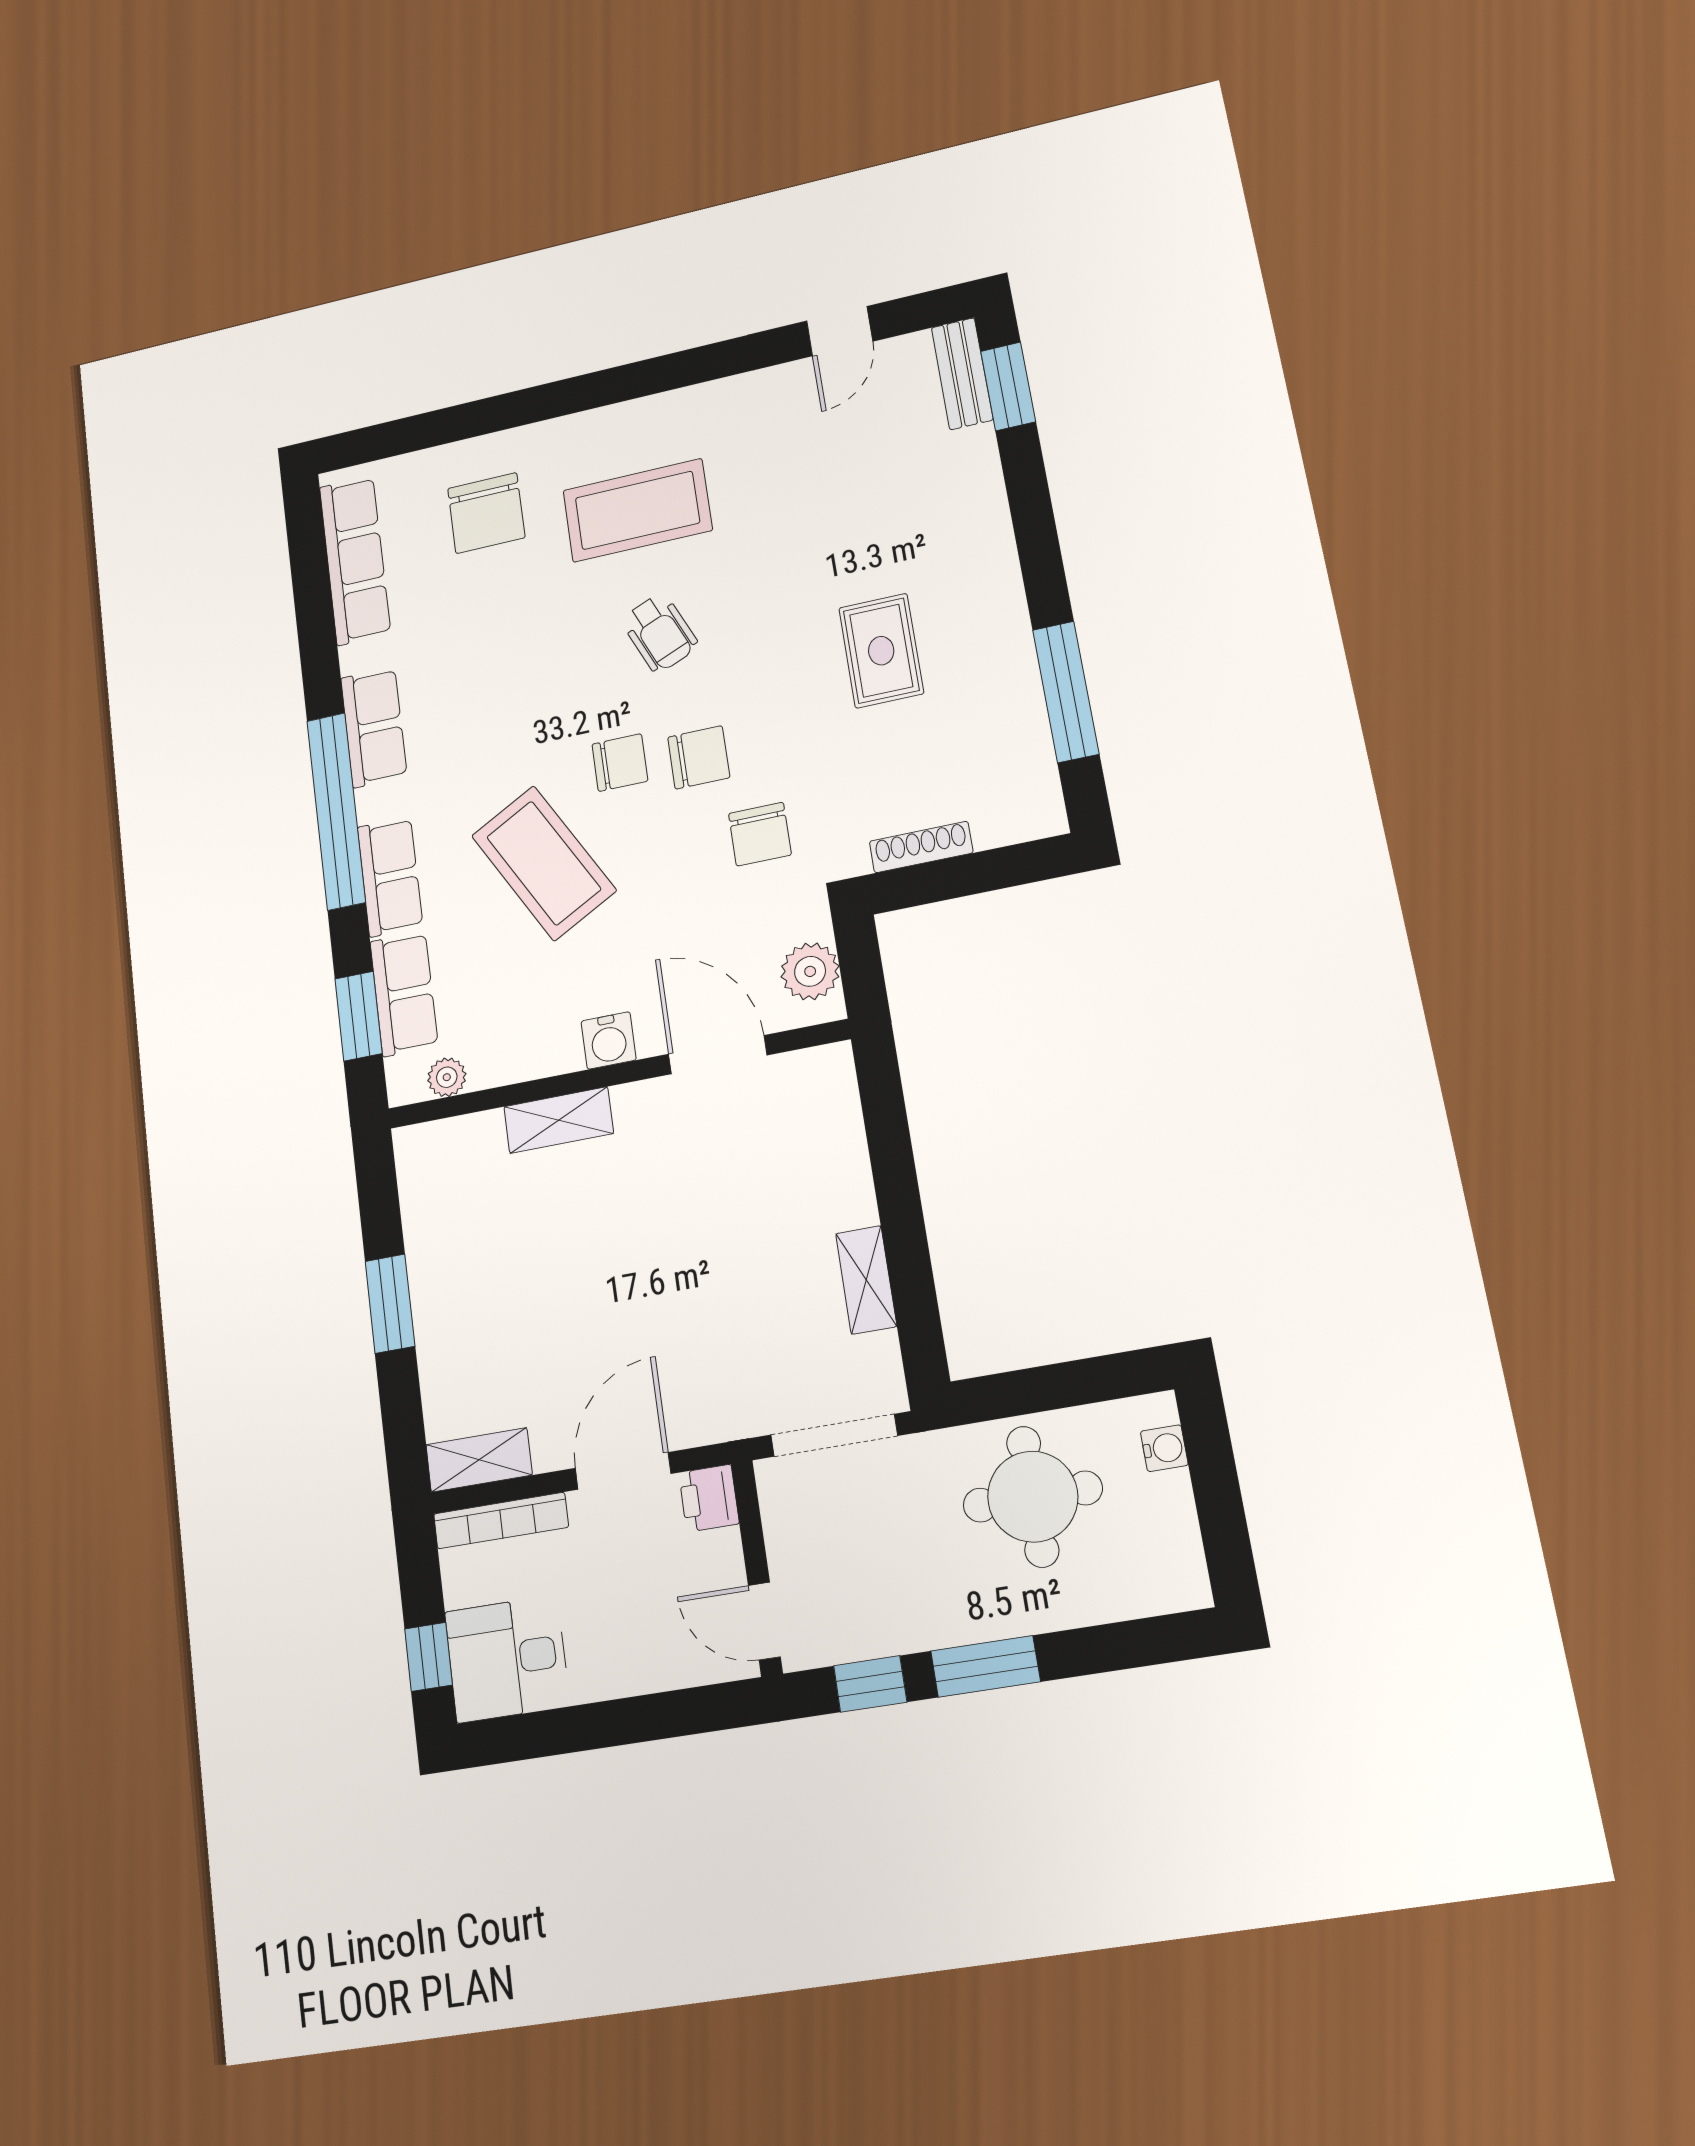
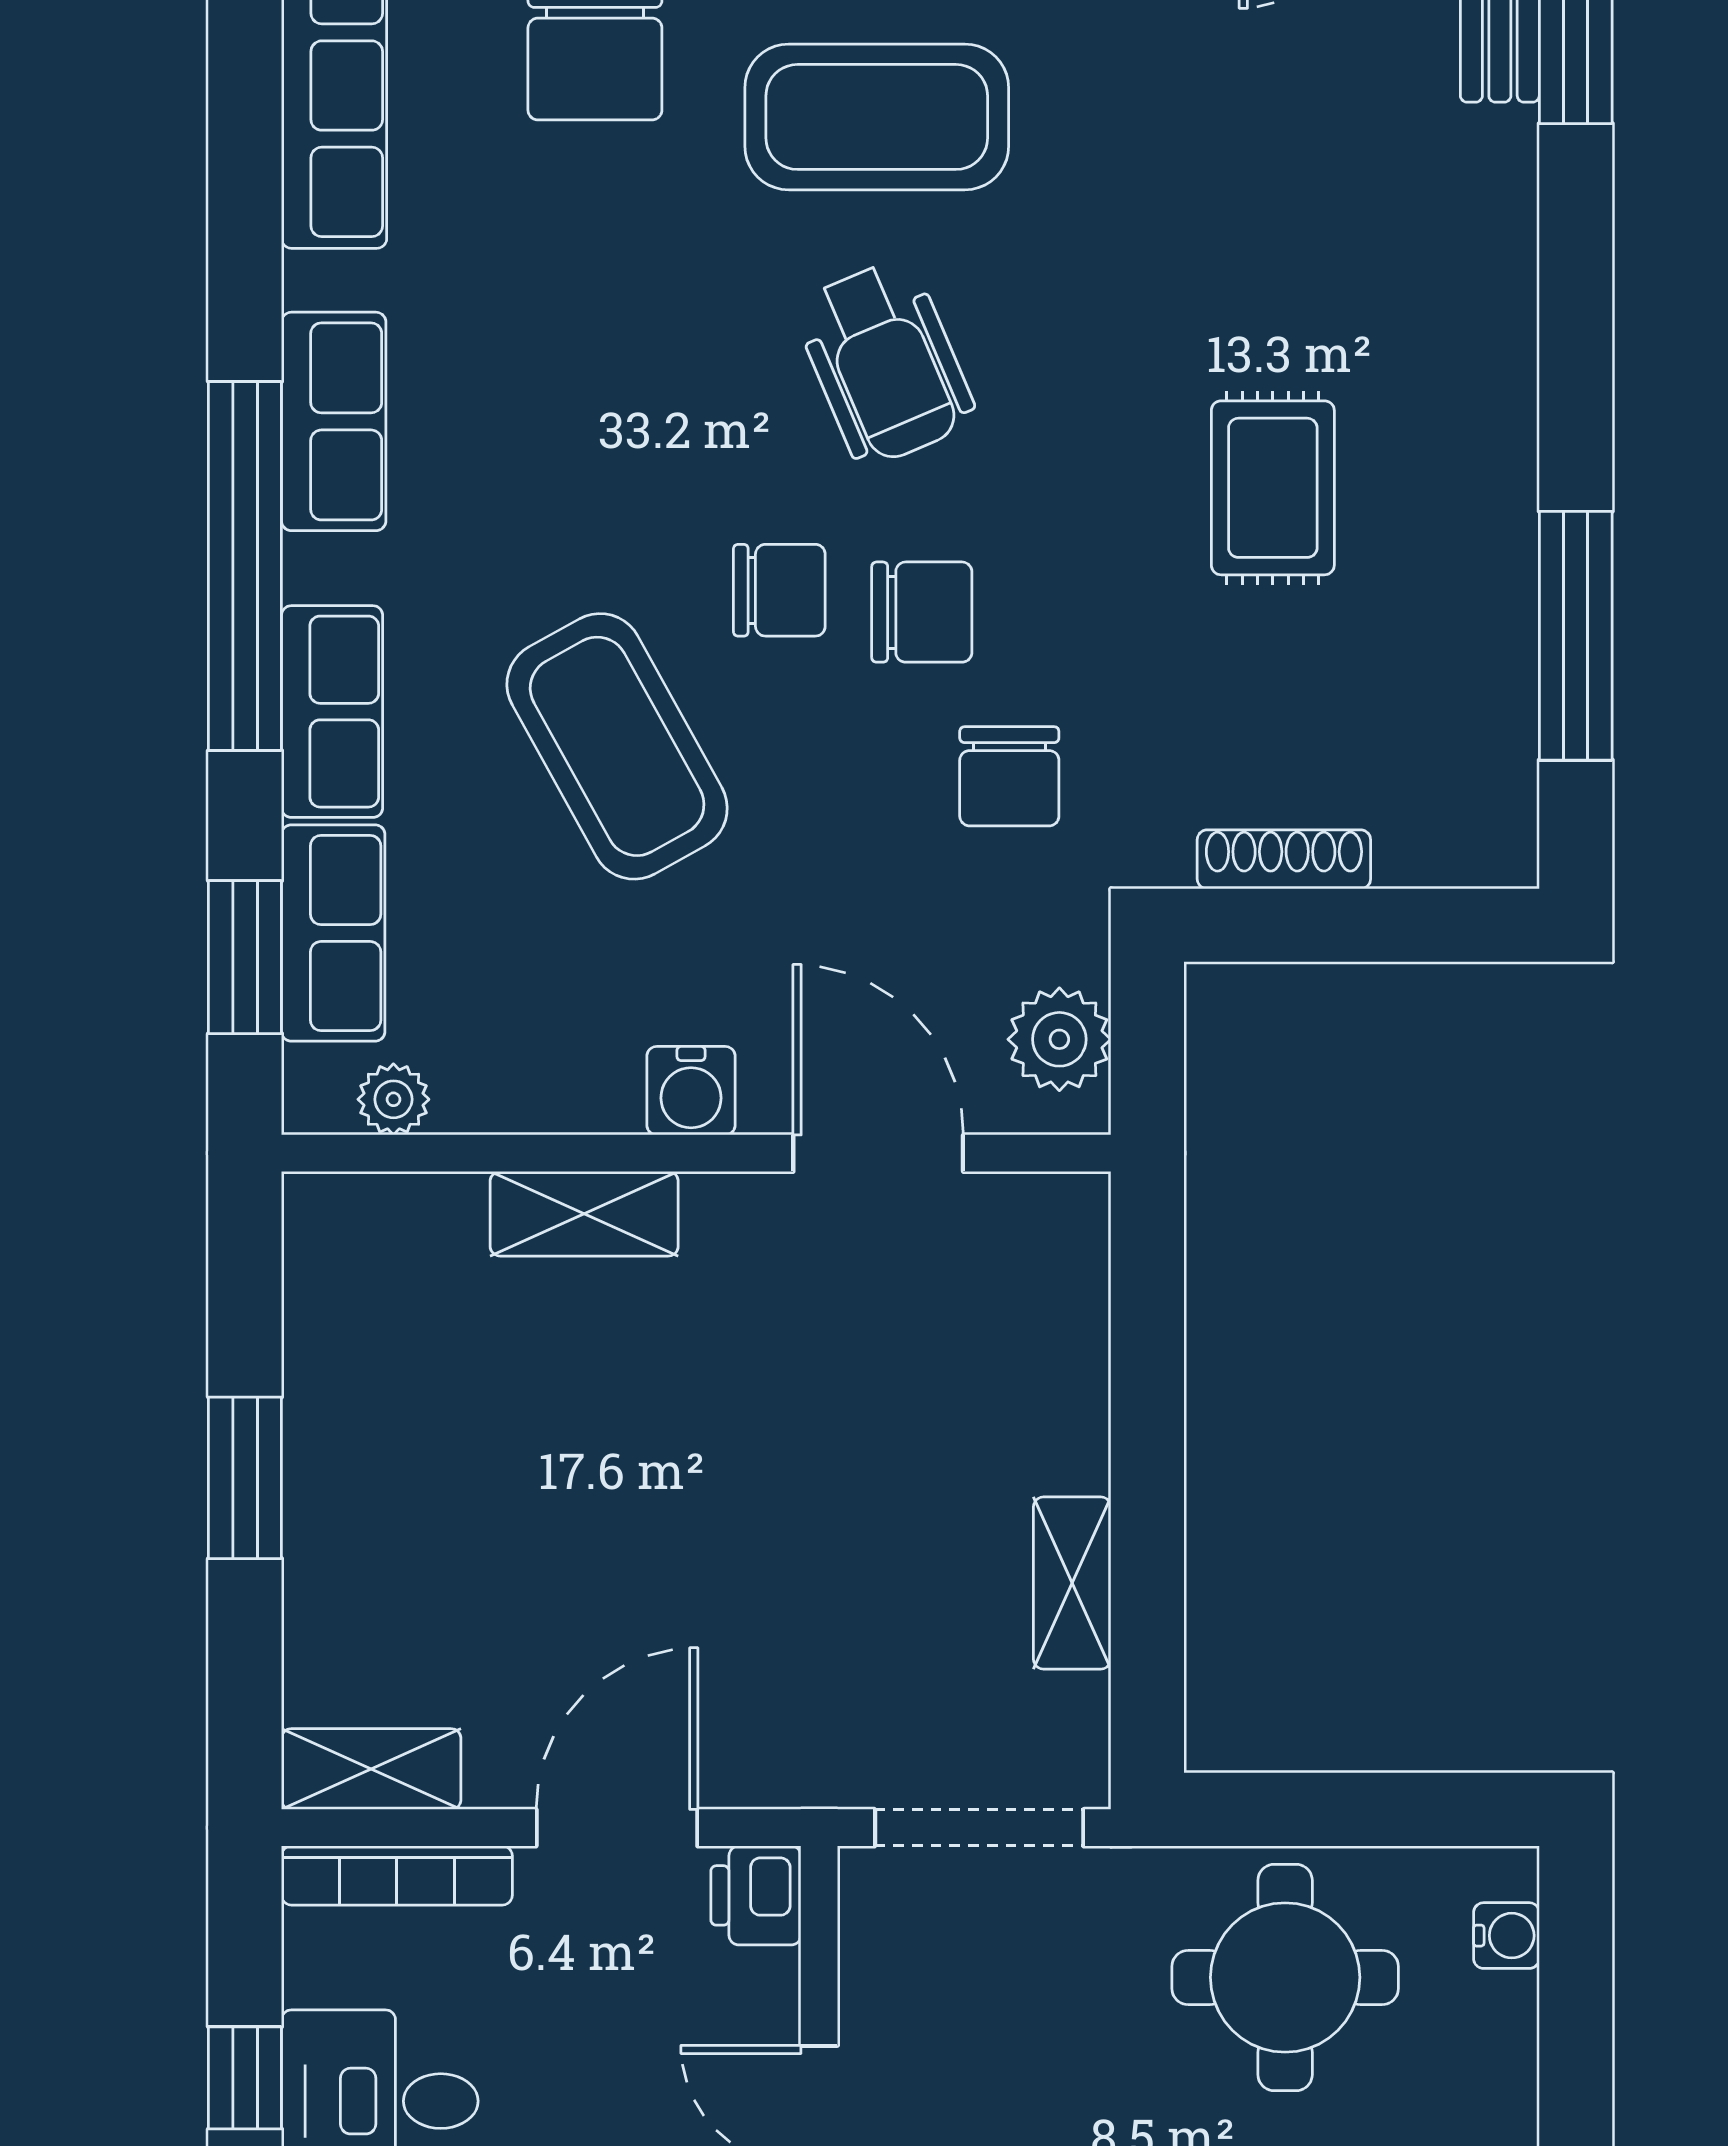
wheelchair: (660, 633) -> (885, 363), width x1.36, depth x1.37

